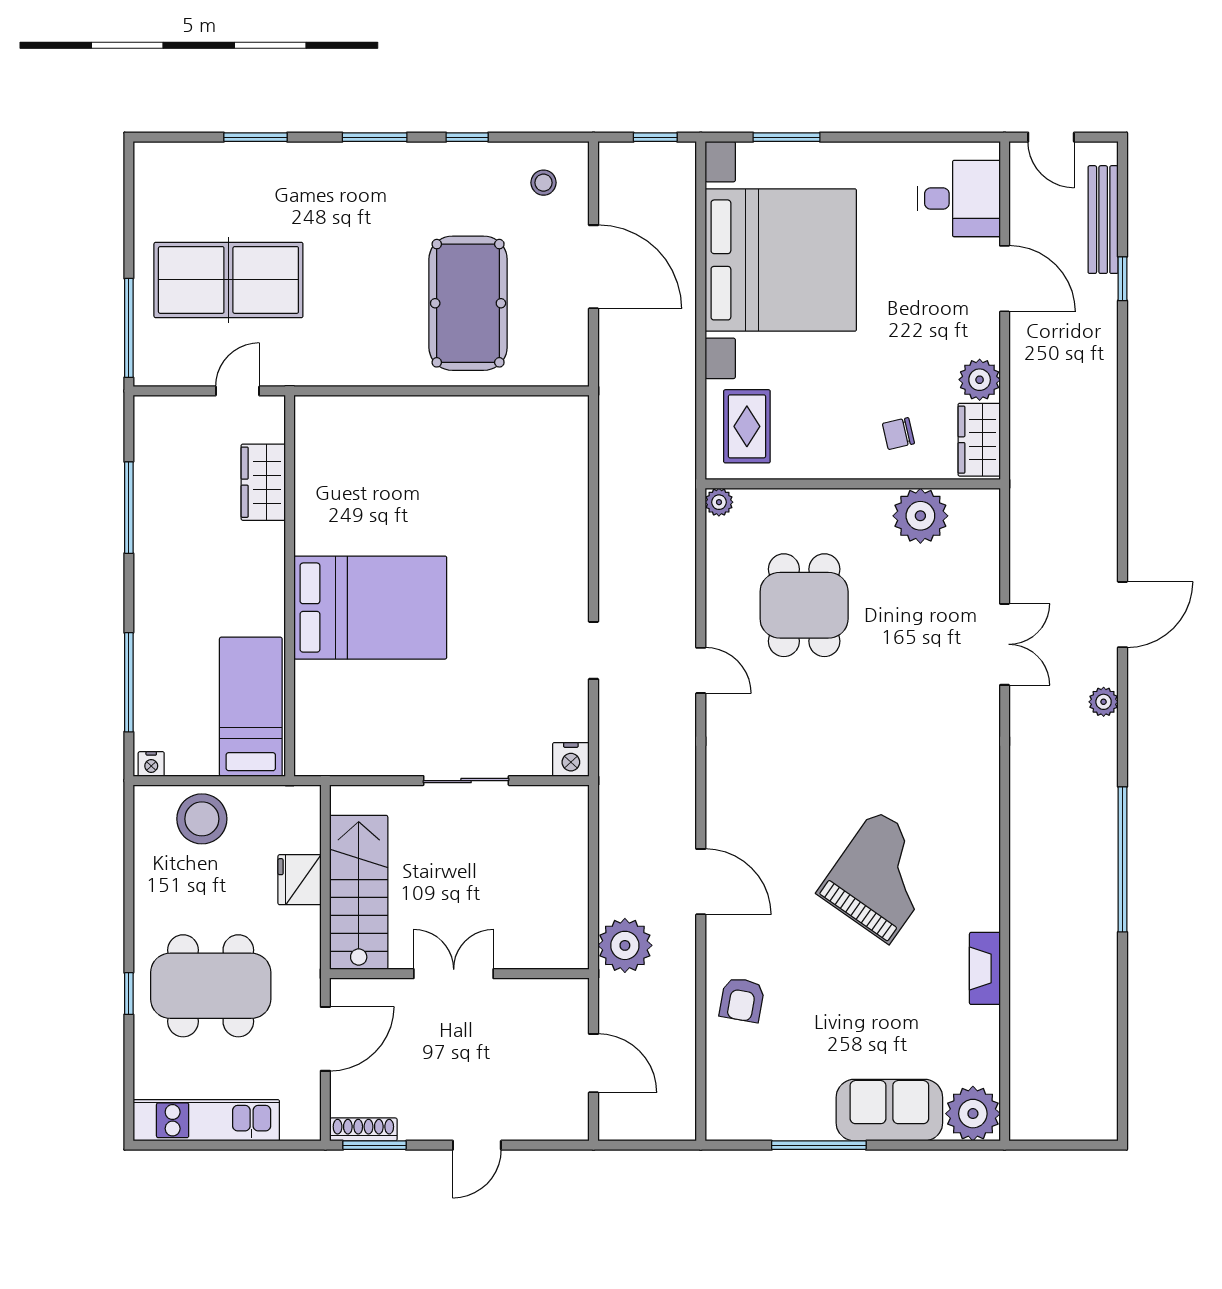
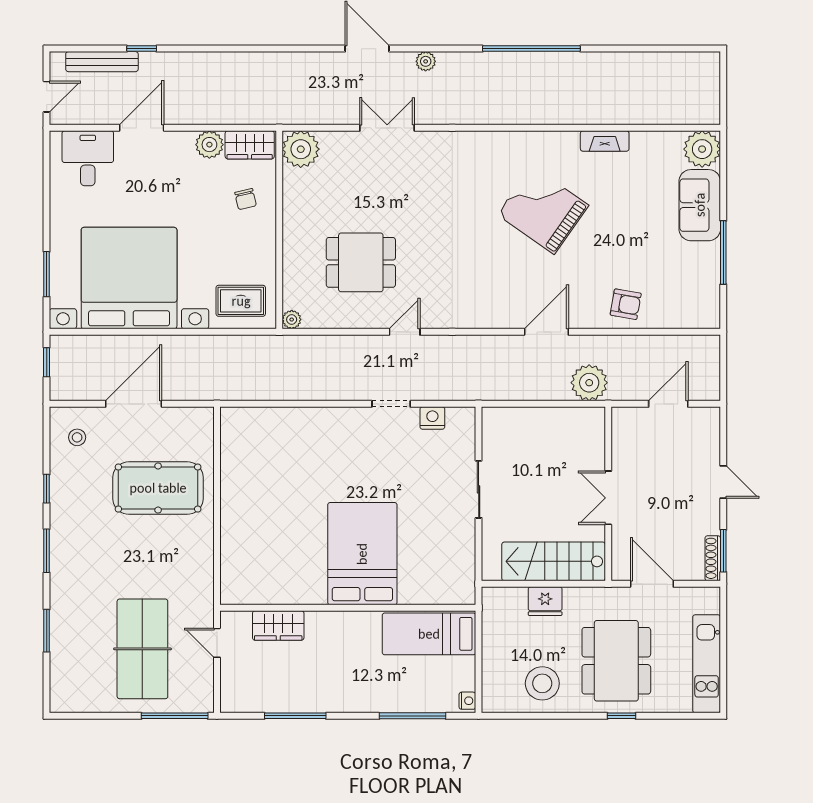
plant: (920, 516) -> (301, 149), moved
nightstand: (571, 759) -> (432, 418), moved, turned -90
stool: (202, 819) -> (542, 683), moved

